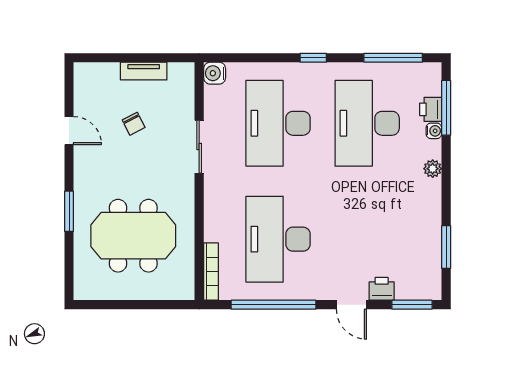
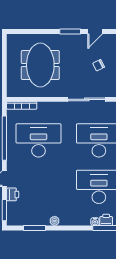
sliding door: (199, 147) -> (87, 99), width x1.37
plant: (433, 169) -> (55, 221), moved
window: (69, 211) -> (70, 32), moved

